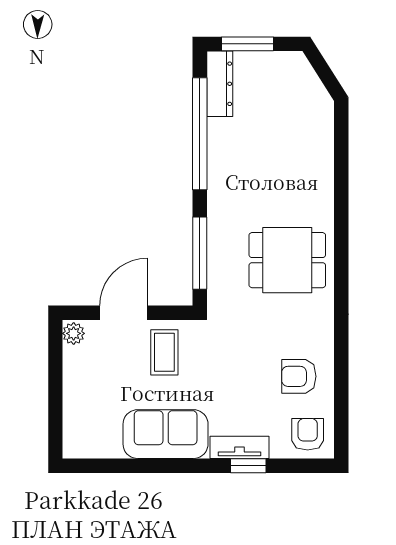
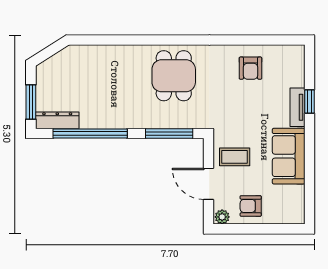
armchair: (308, 434) -> (251, 206), moved

